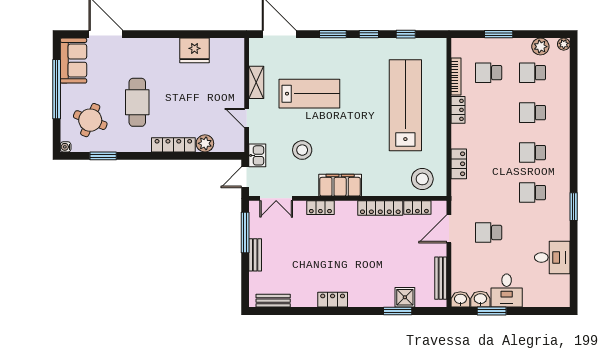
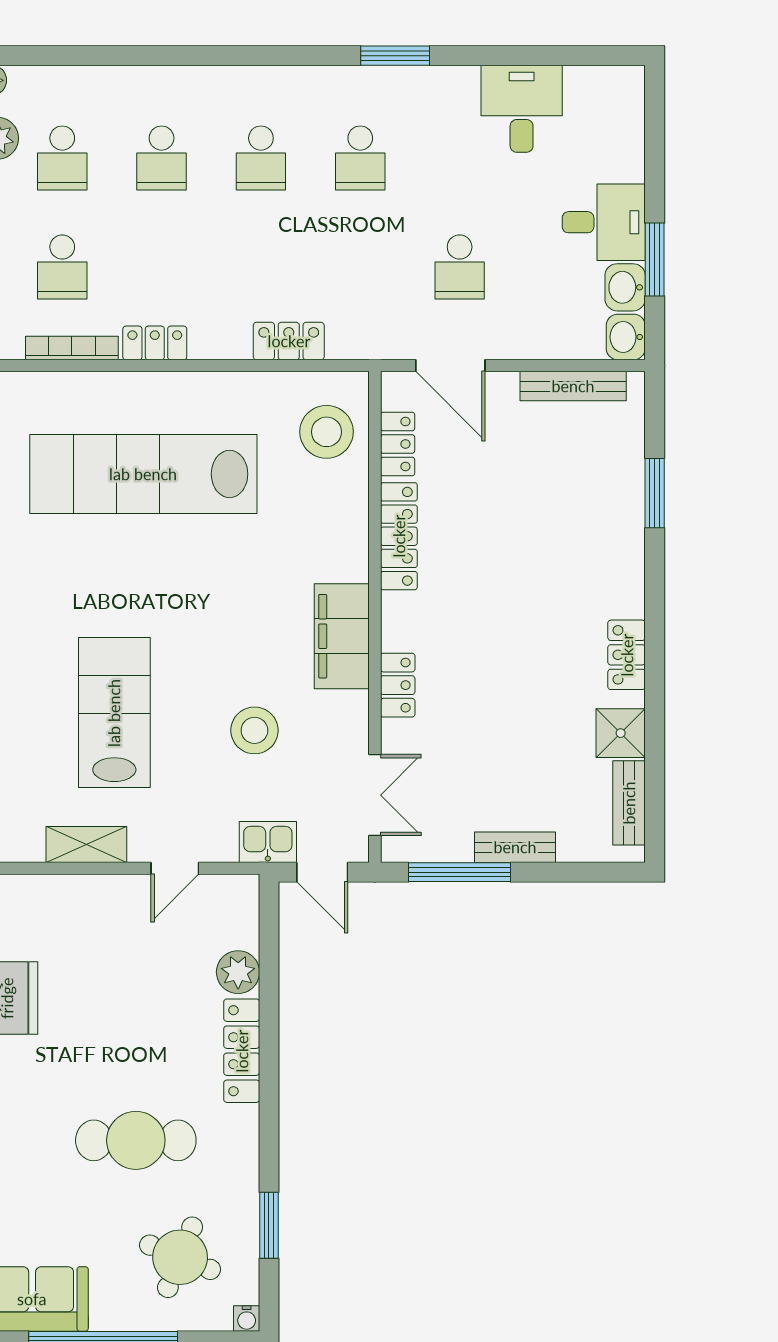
shower: (405, 297) -> (621, 733), moved

